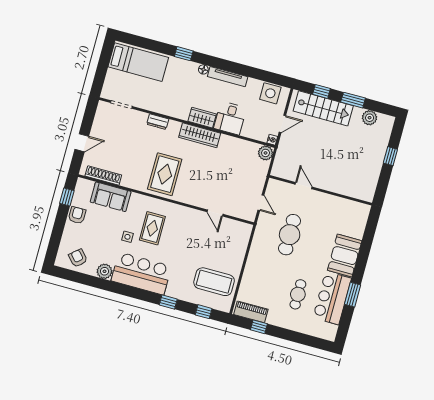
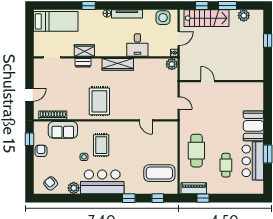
wardrobe: (202, 118) -> (84, 50), moved
cafe table: (290, 235) -> (196, 151), moved

